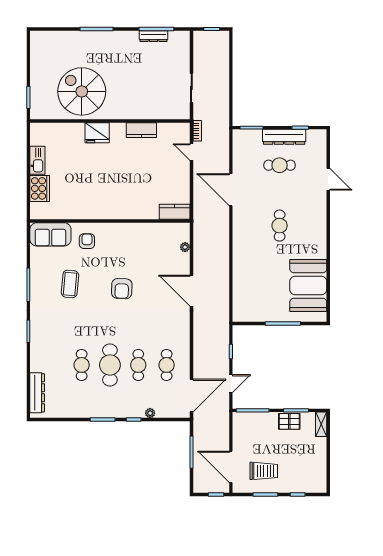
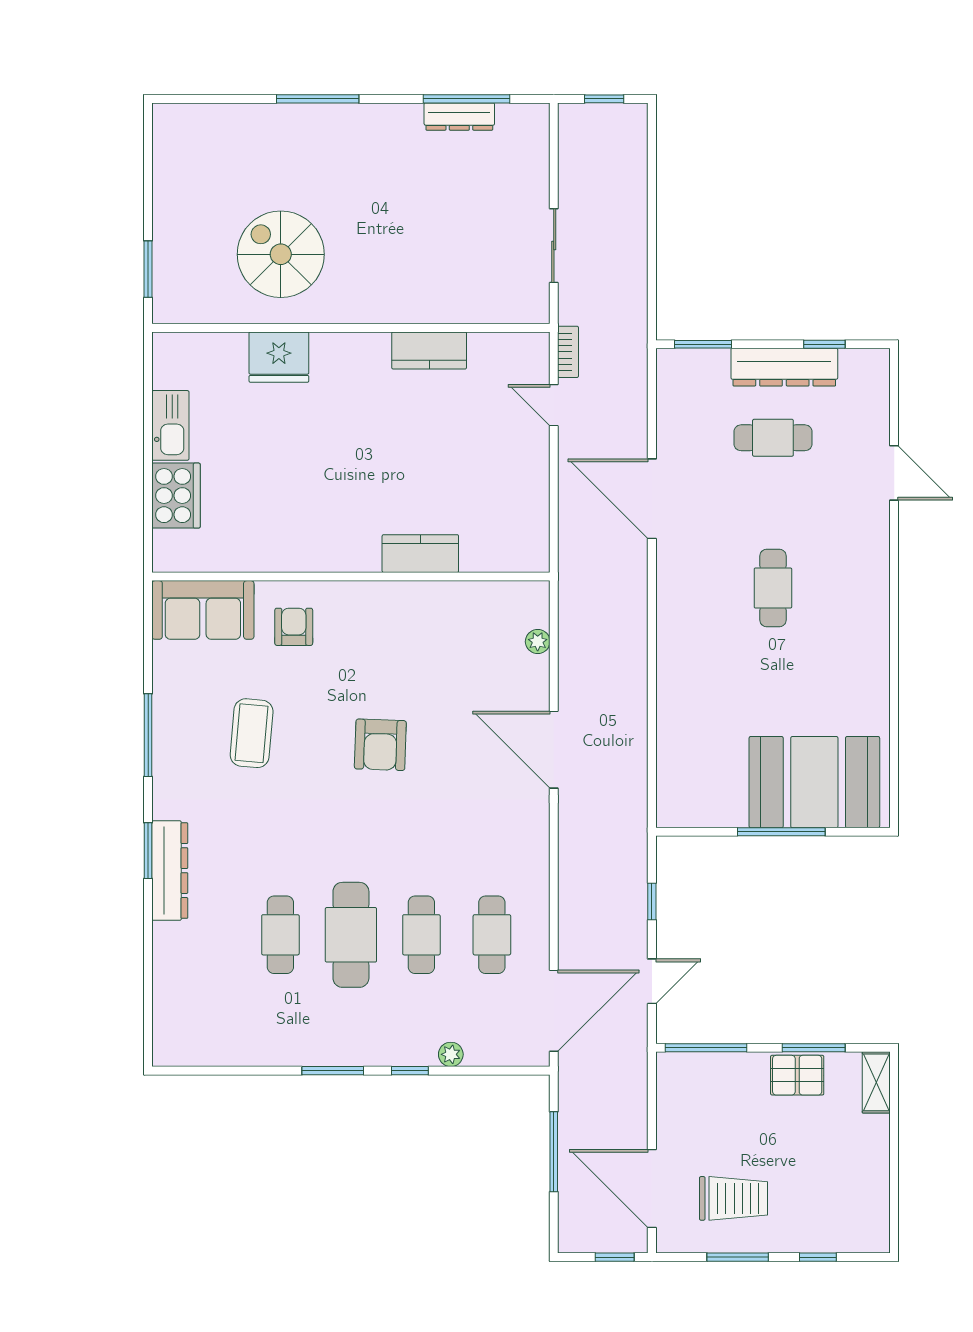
spiral stairs: (82, 91) -> (281, 254), width x0.73, depth x0.73
fridge: (97, 133) -> (279, 357), moved
kitchen counter: (175, 212) -> (420, 554), moved
booth: (308, 285) -> (814, 782), moved, turned 90
dresser: (37, 393) -> (170, 871), moved

